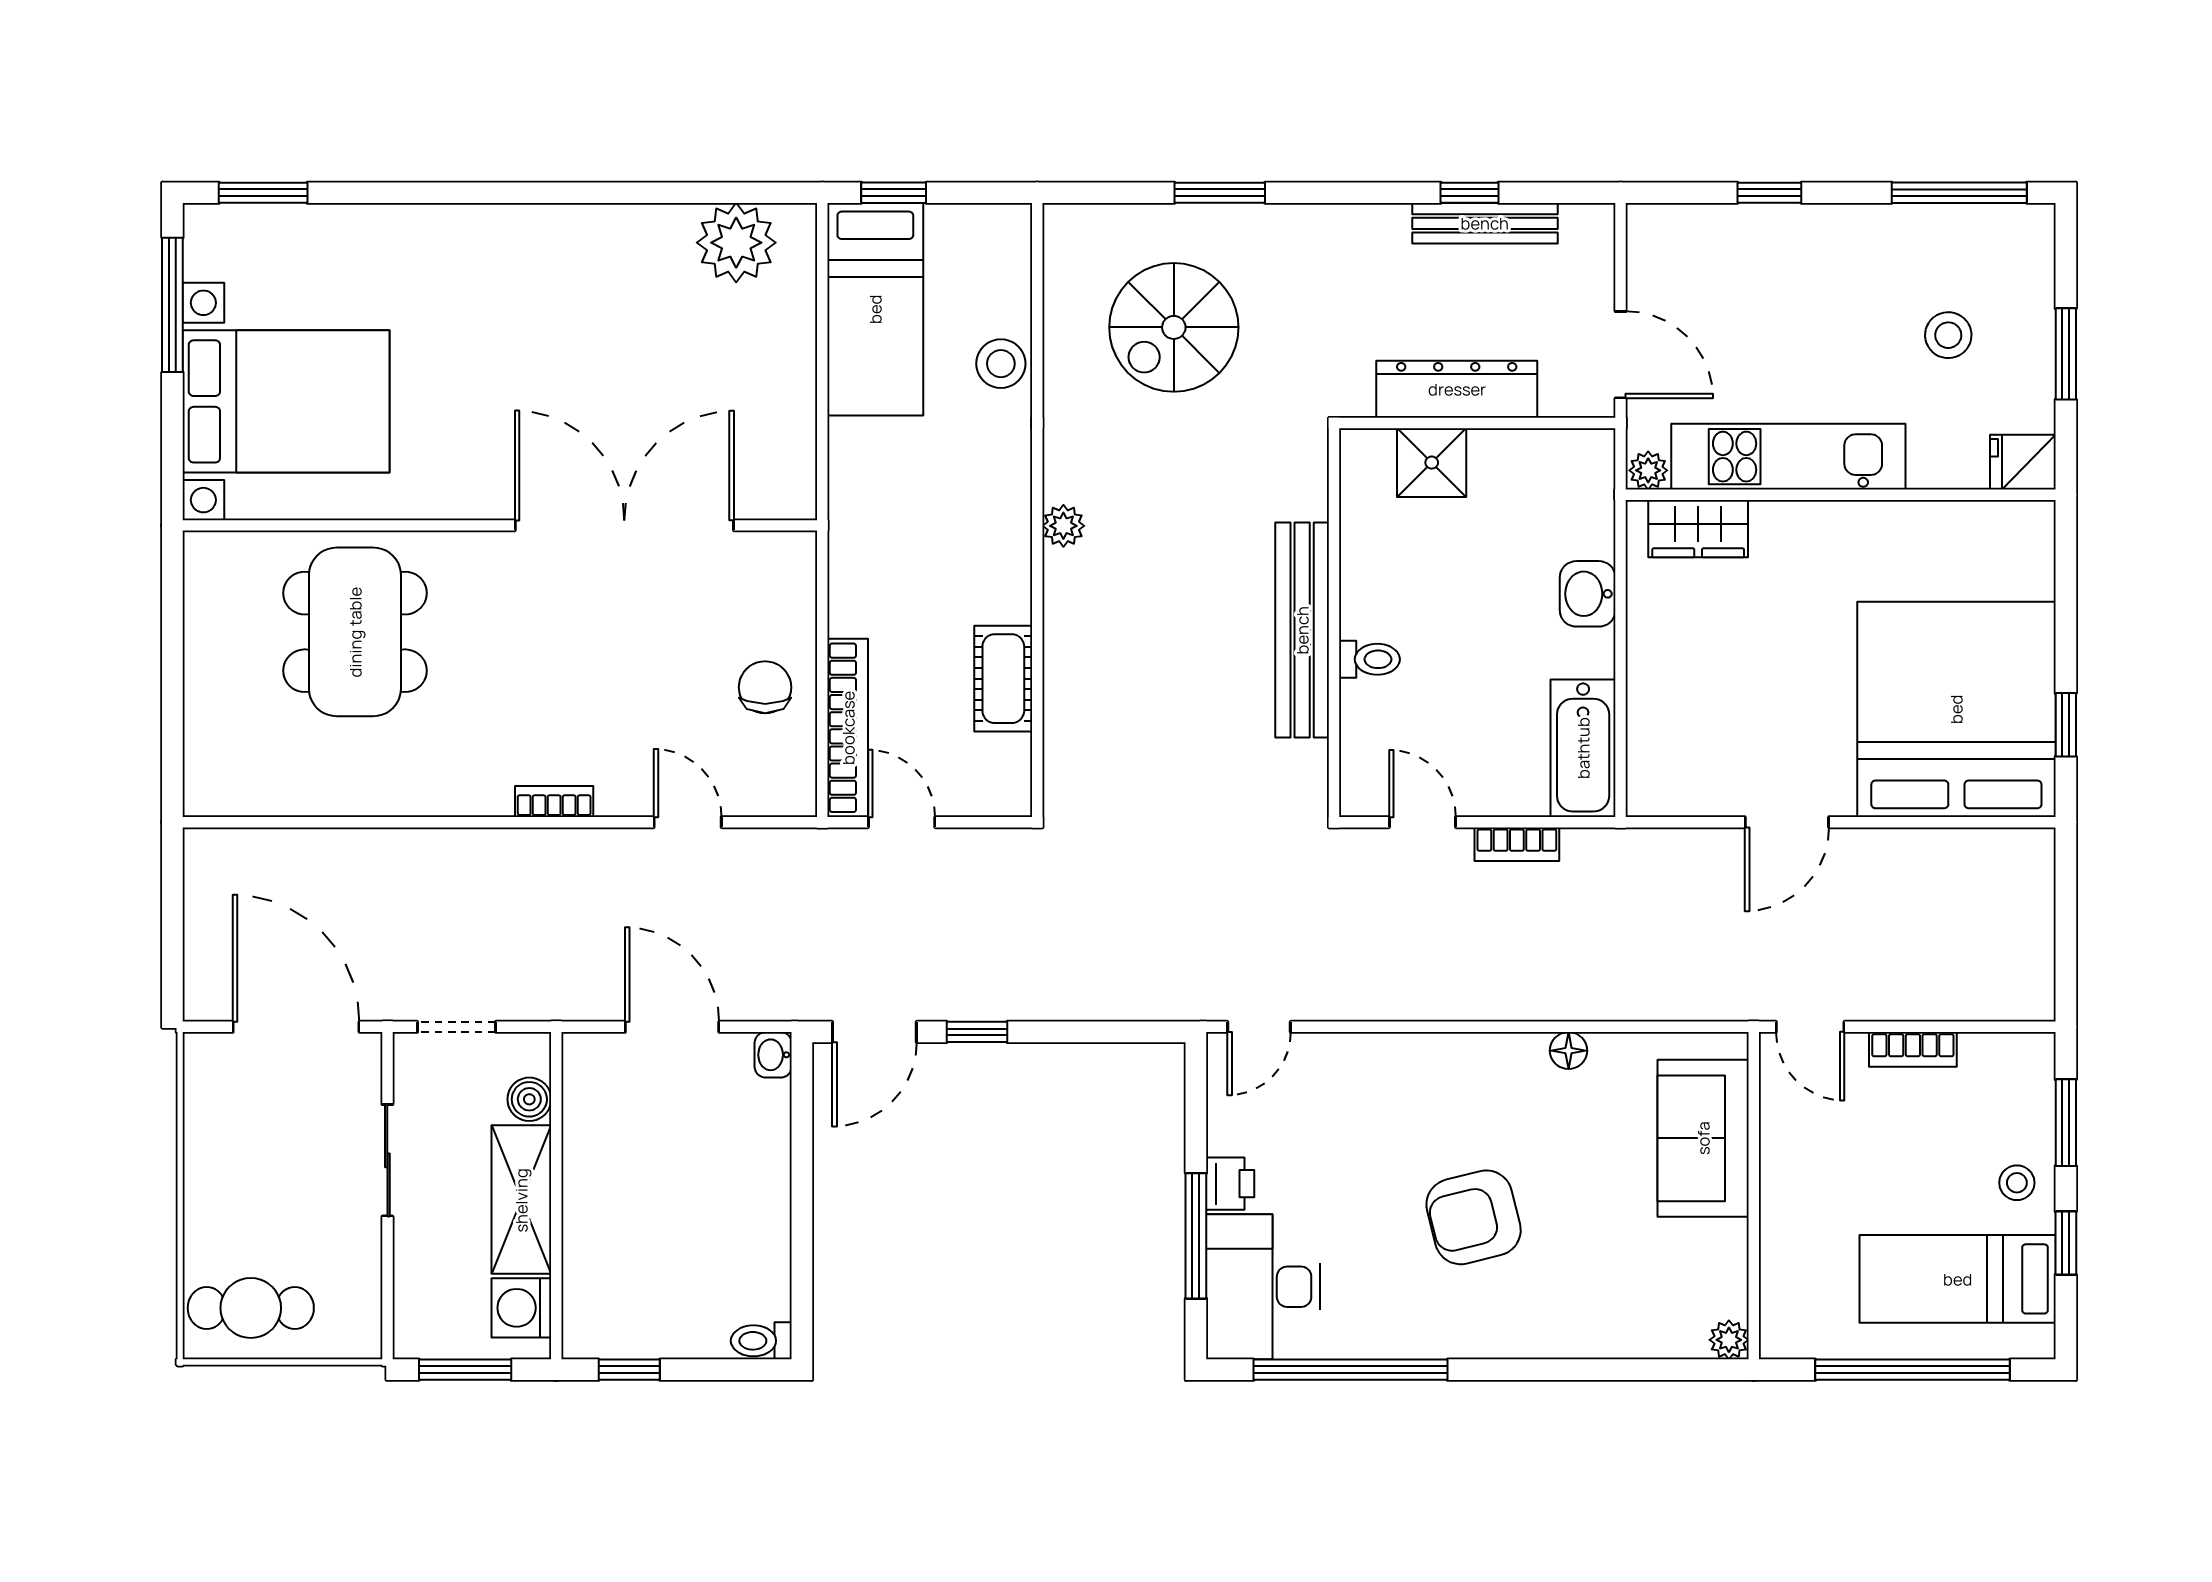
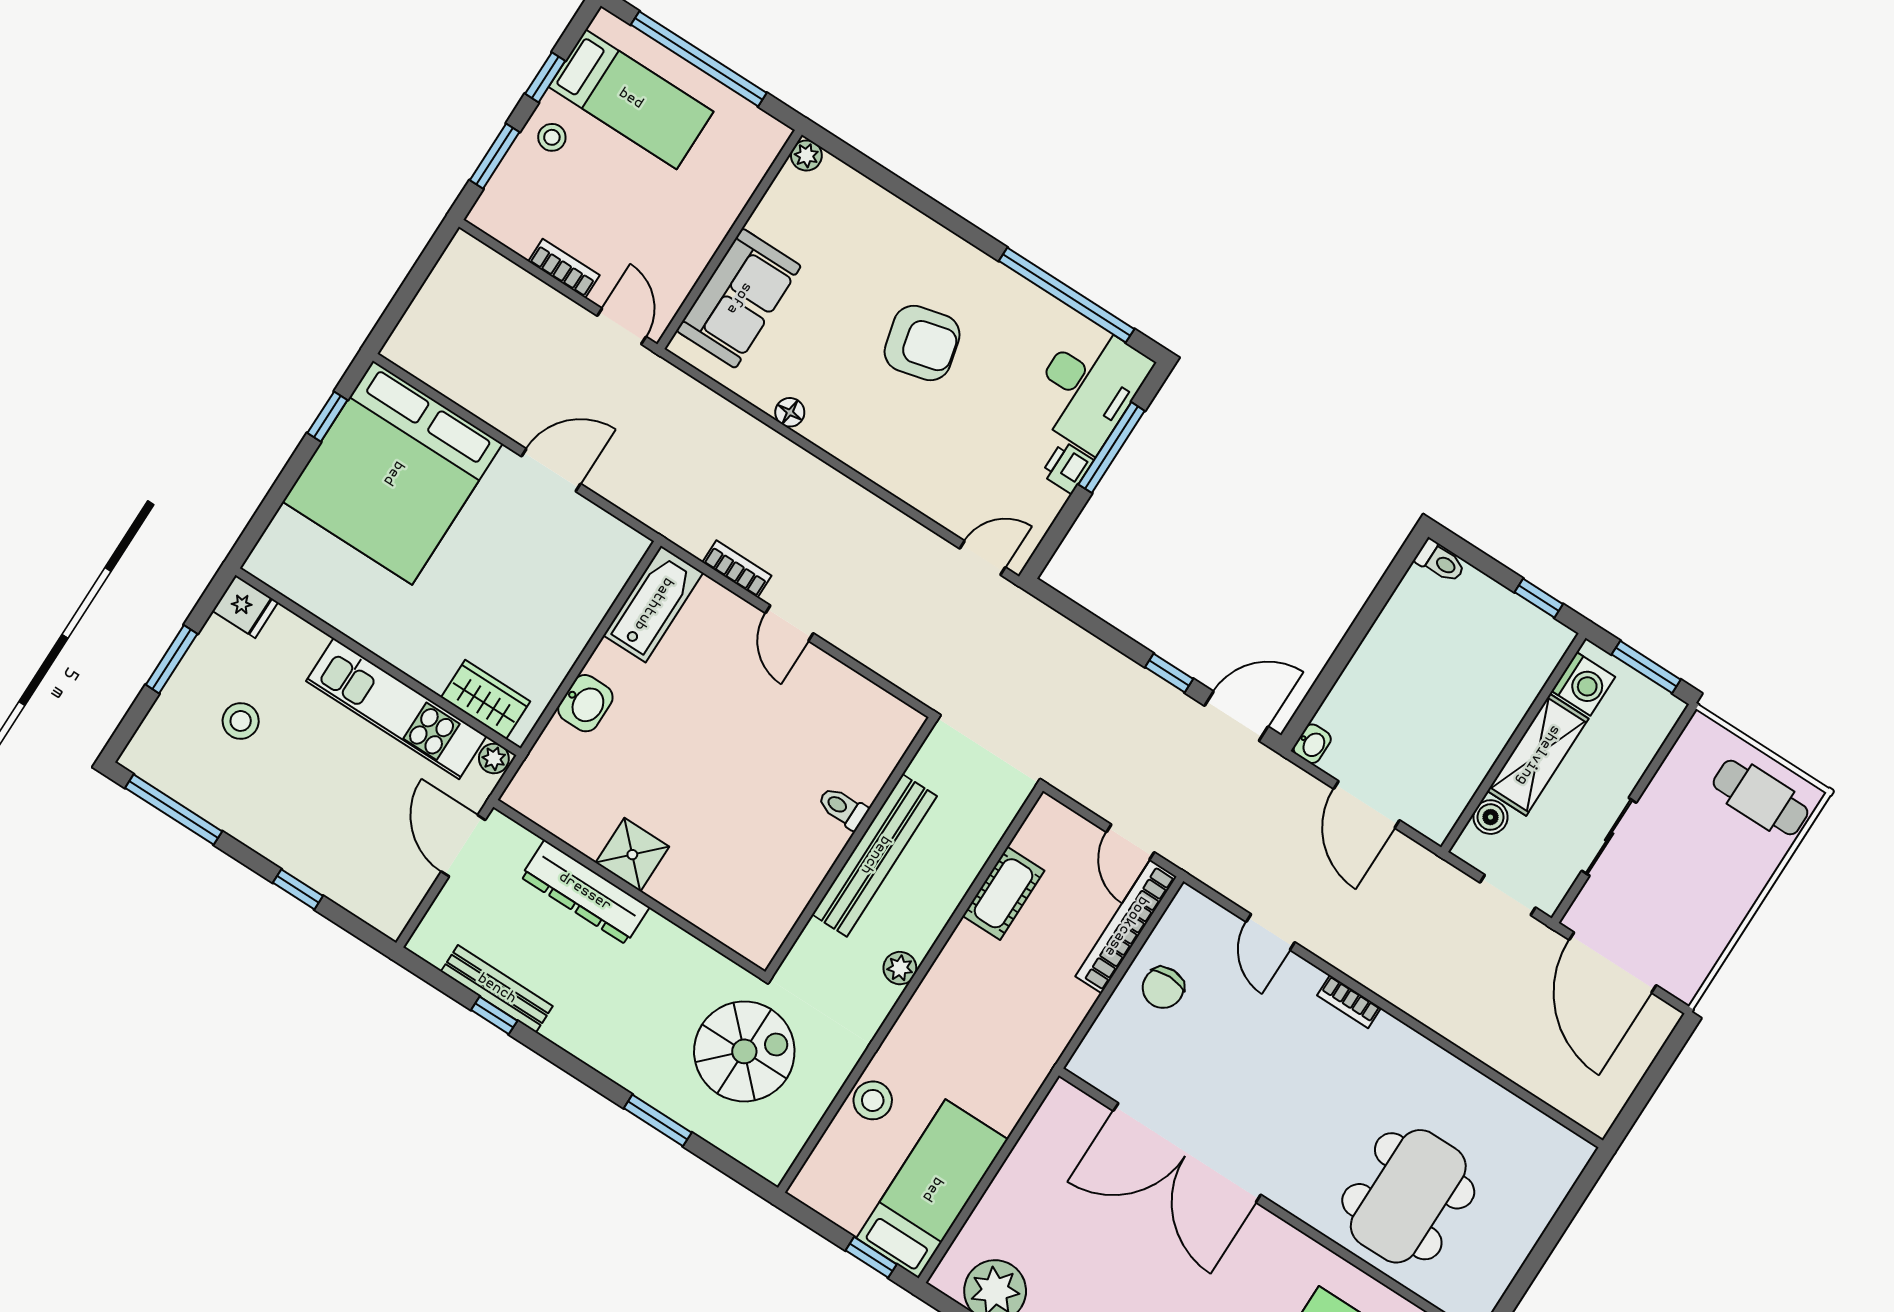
wall: (1334, 623) -> (851, 847), moved
bench: (1302, 630) -> (875, 855), moved
toilet: (1369, 659) -> (843, 808), moved

